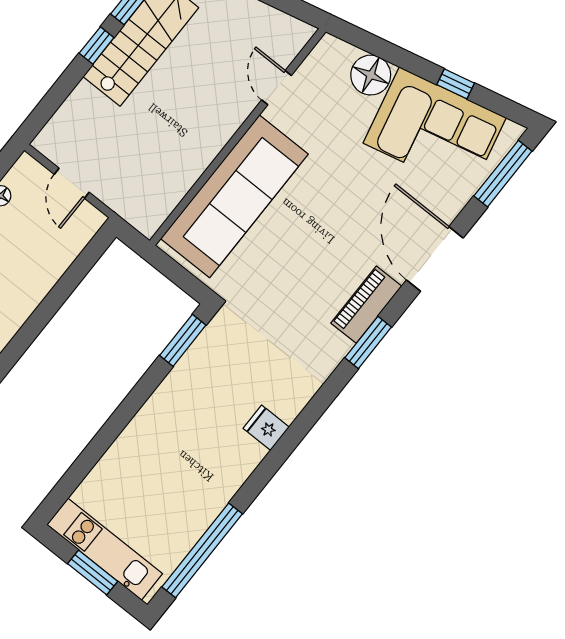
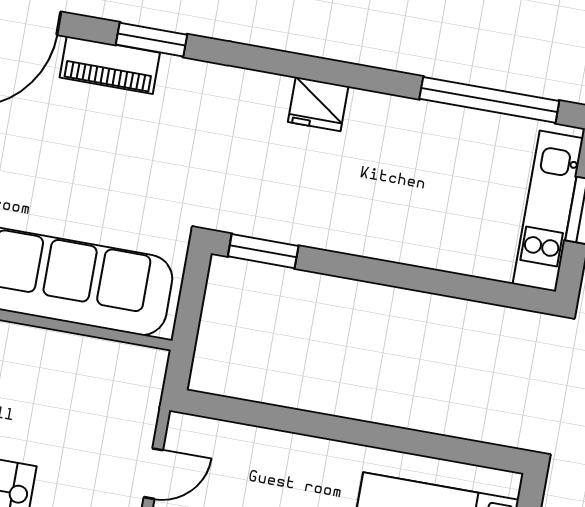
fridge: (266, 428) -> (318, 104), width x1.38

